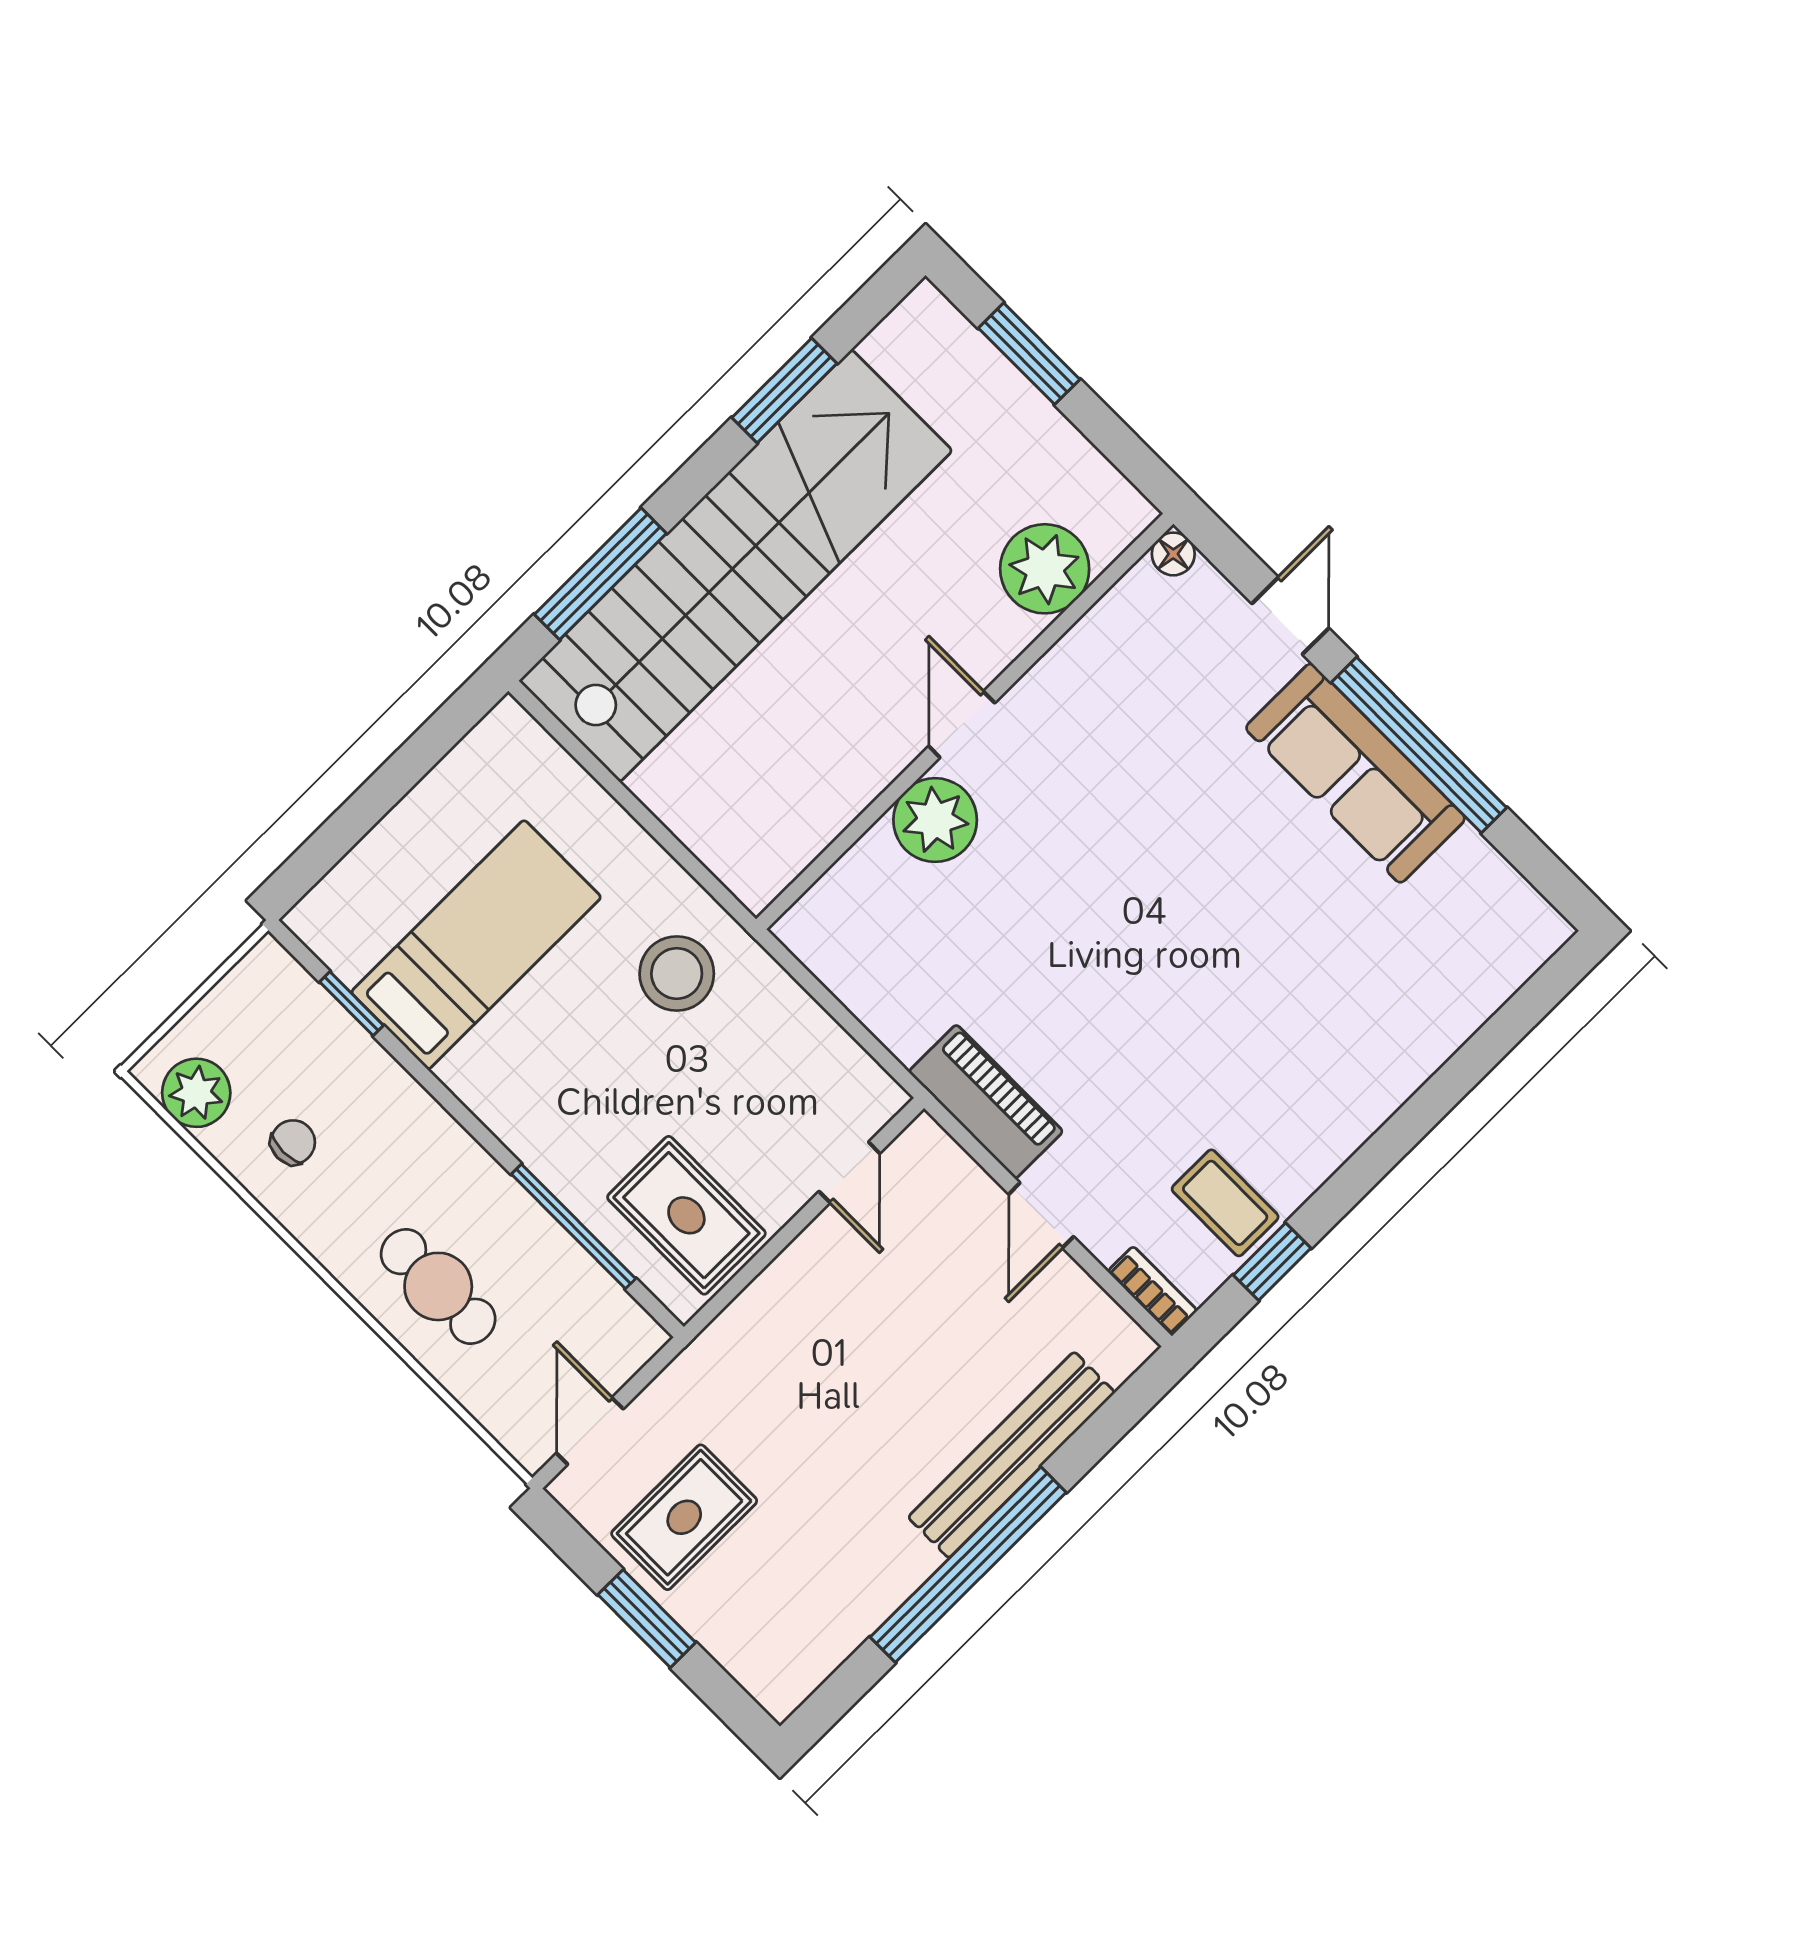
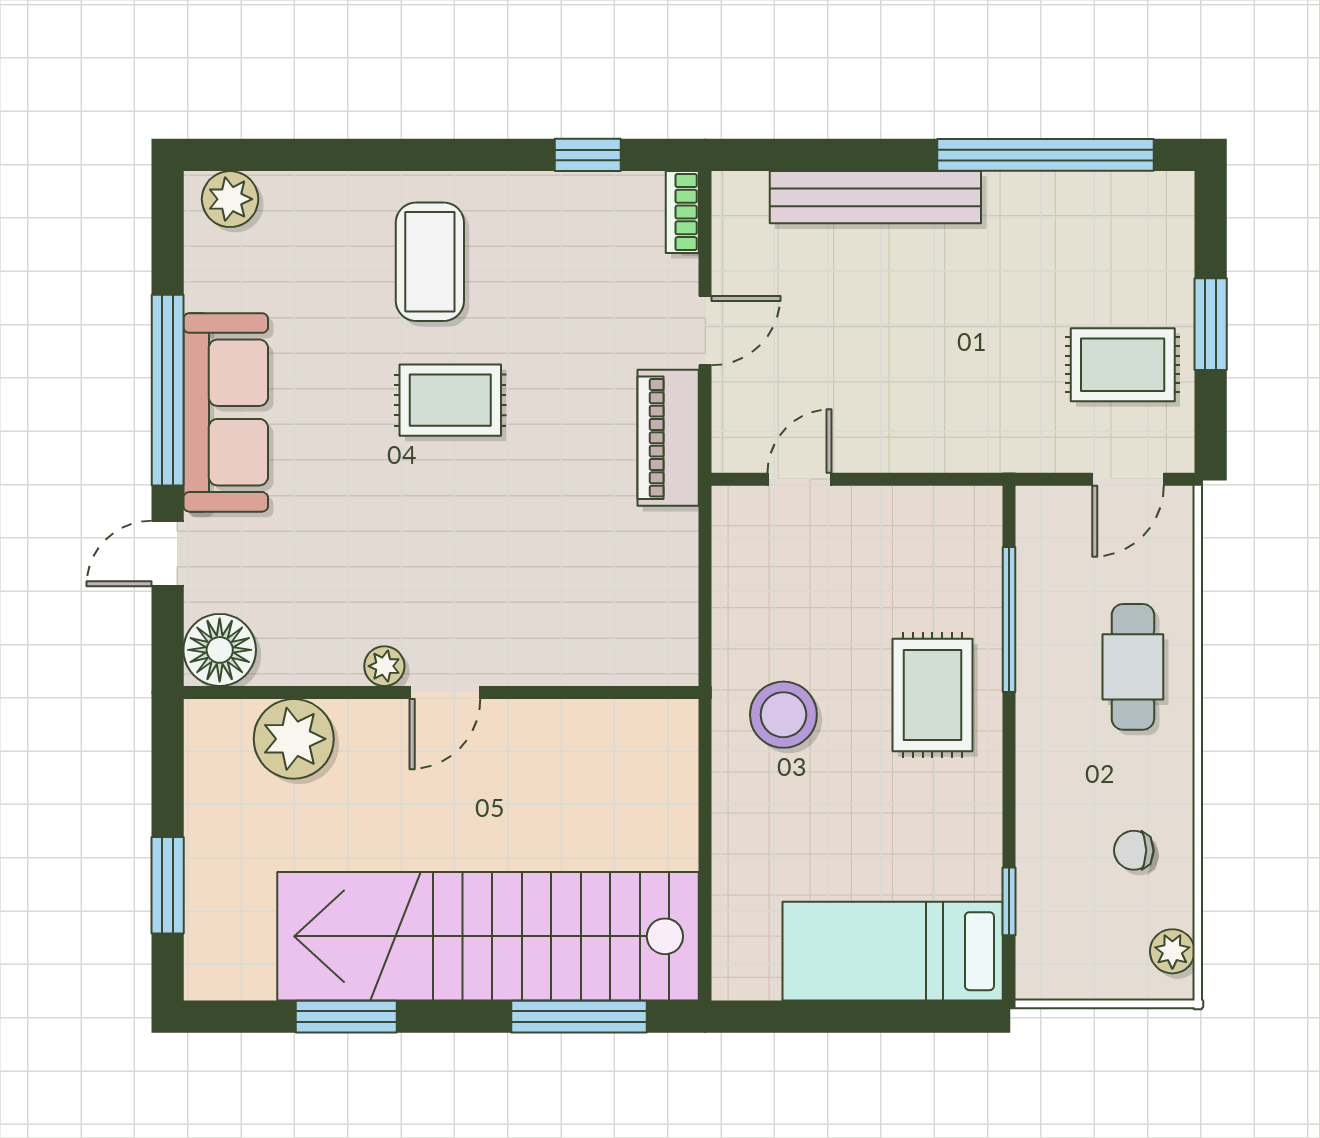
floor lamp: (1173, 554) -> (220, 650), width x1.89, depth x1.89
plant: (935, 820) -> (384, 666), moved, width x0.53, depth x0.53
bed: (476, 945) -> (893, 951), moved
plant: (1520, 945) -> (230, 199), added
rug: (1188, 960) -> (450, 400), added
plant: (196, 1093) -> (1172, 951), width x0.73, depth x0.73
coffee table: (1225, 1203) -> (430, 262), moved, width x1.36, depth x1.30
rug: (686, 1215) -> (932, 695), moved
window: (968, 1565) -> (1046, 155), moved

